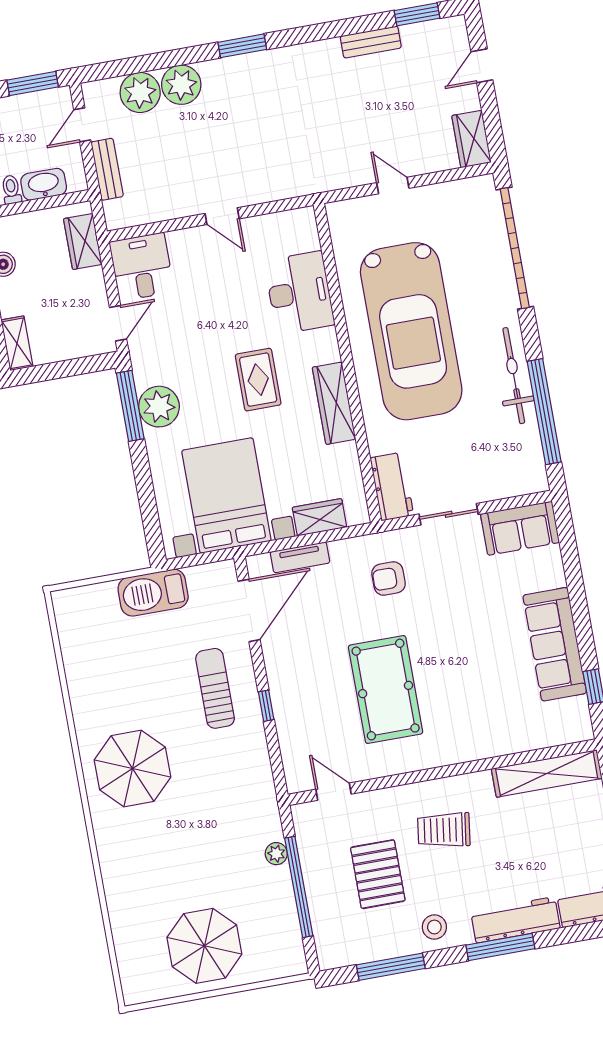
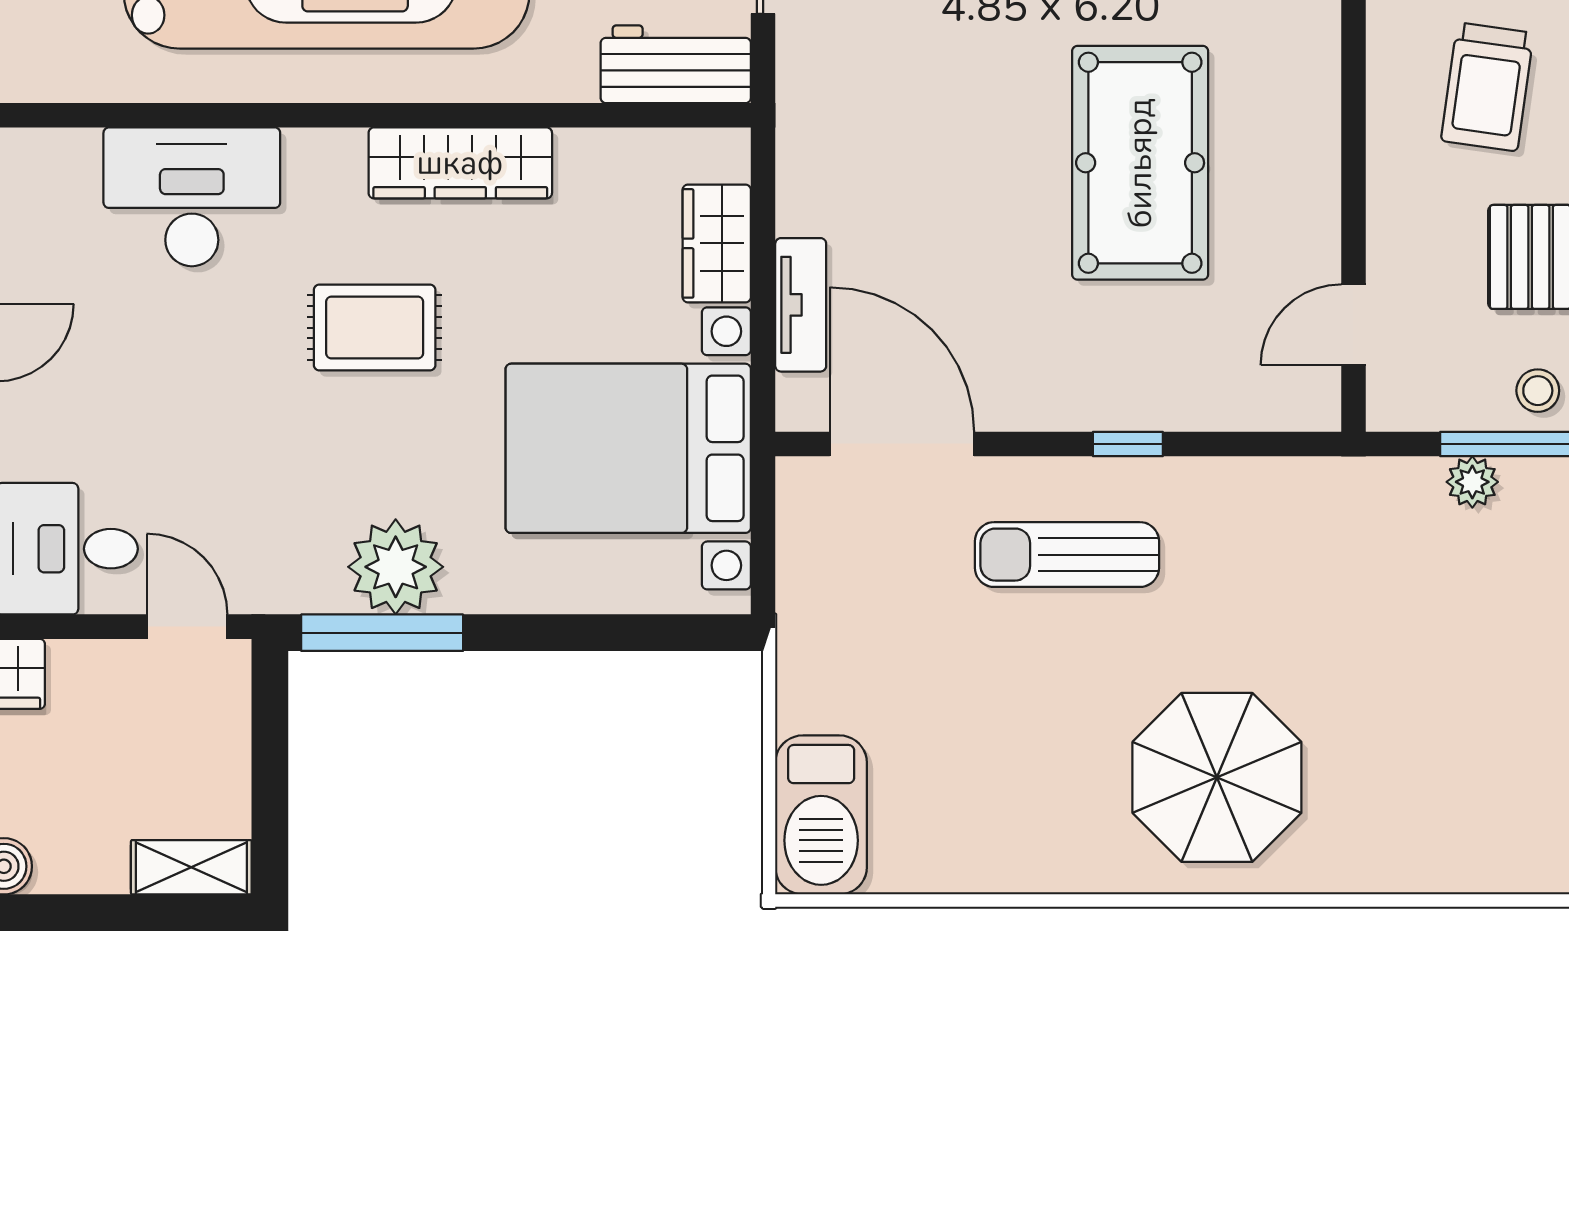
armchair: (389, 579) -> (886, 110), removed
barbecue: (153, 593) -> (821, 815), moved
pool table: (386, 690) -> (1140, 163), turned 90
stool: (320, 874) -> (1538, 391), added

